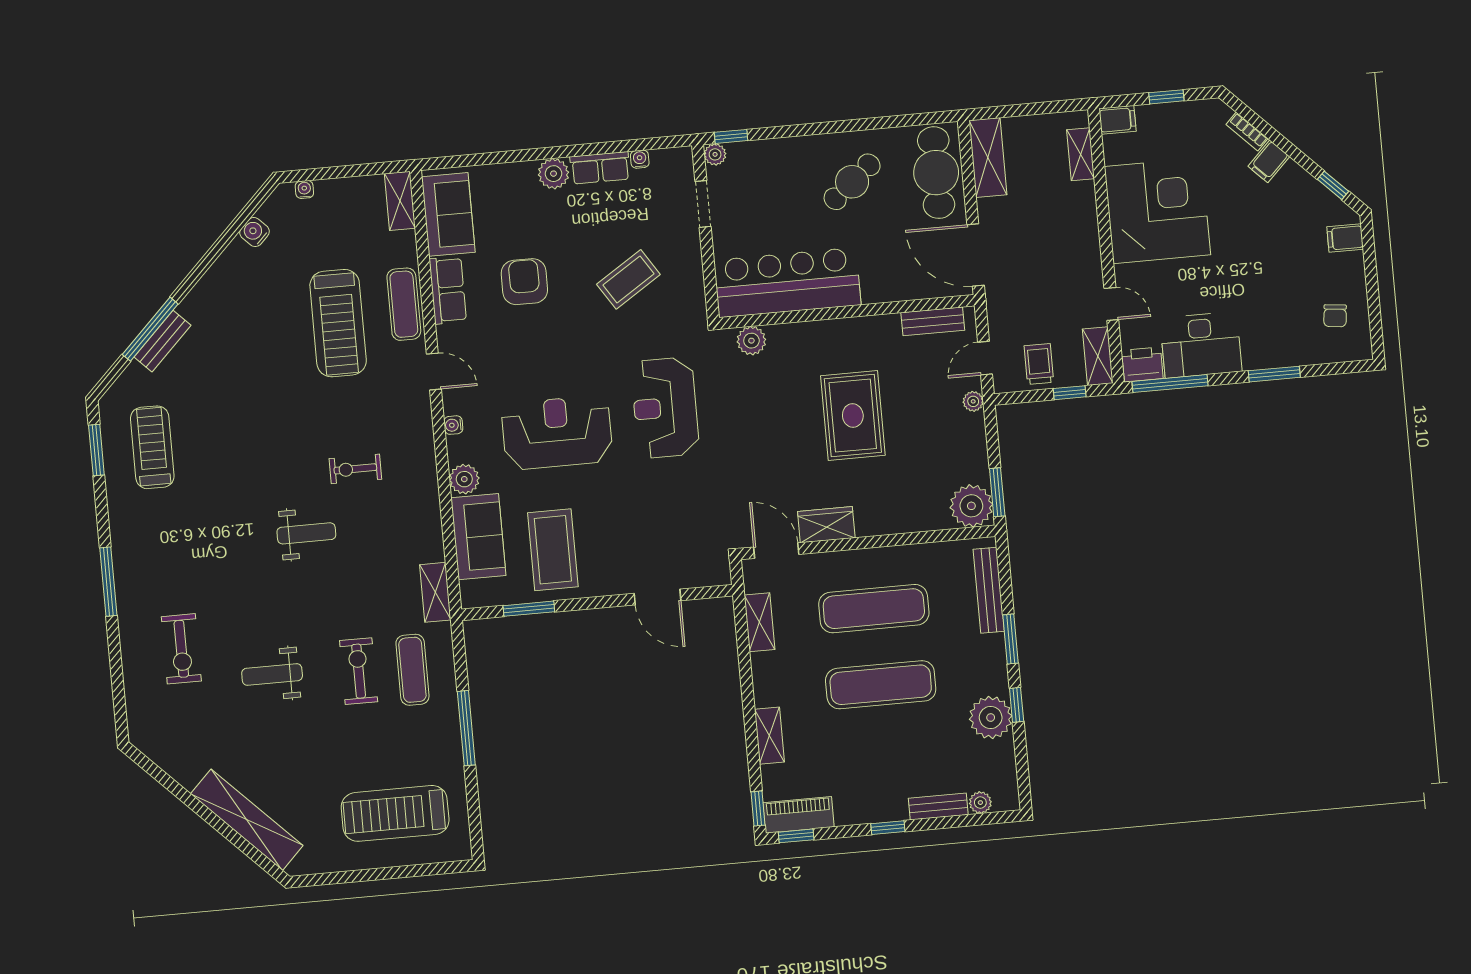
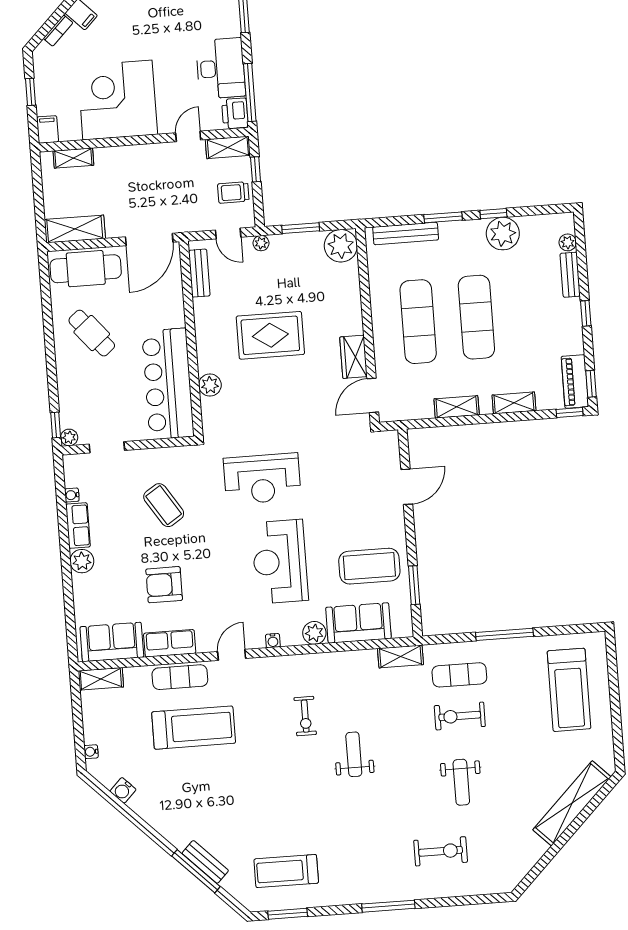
plant: (751, 341) -> (210, 385), moved
window: (997, 492) -> (301, 228), moved
shelving: (759, 622) -> (457, 407), moved

